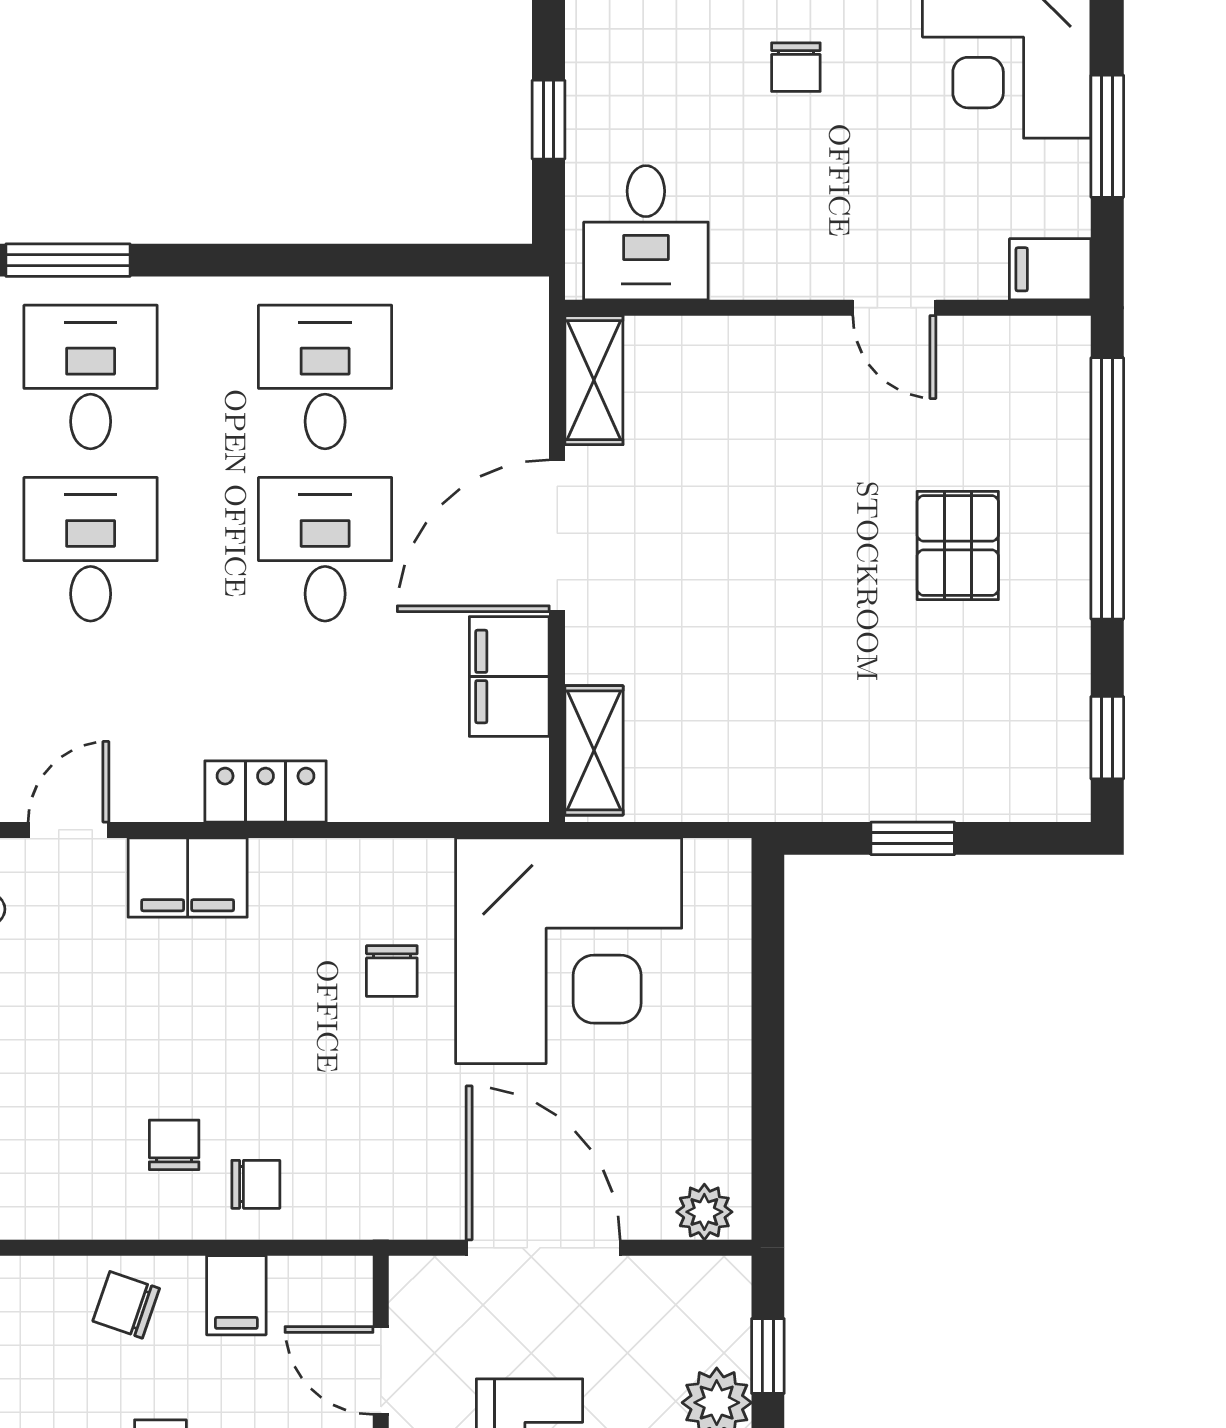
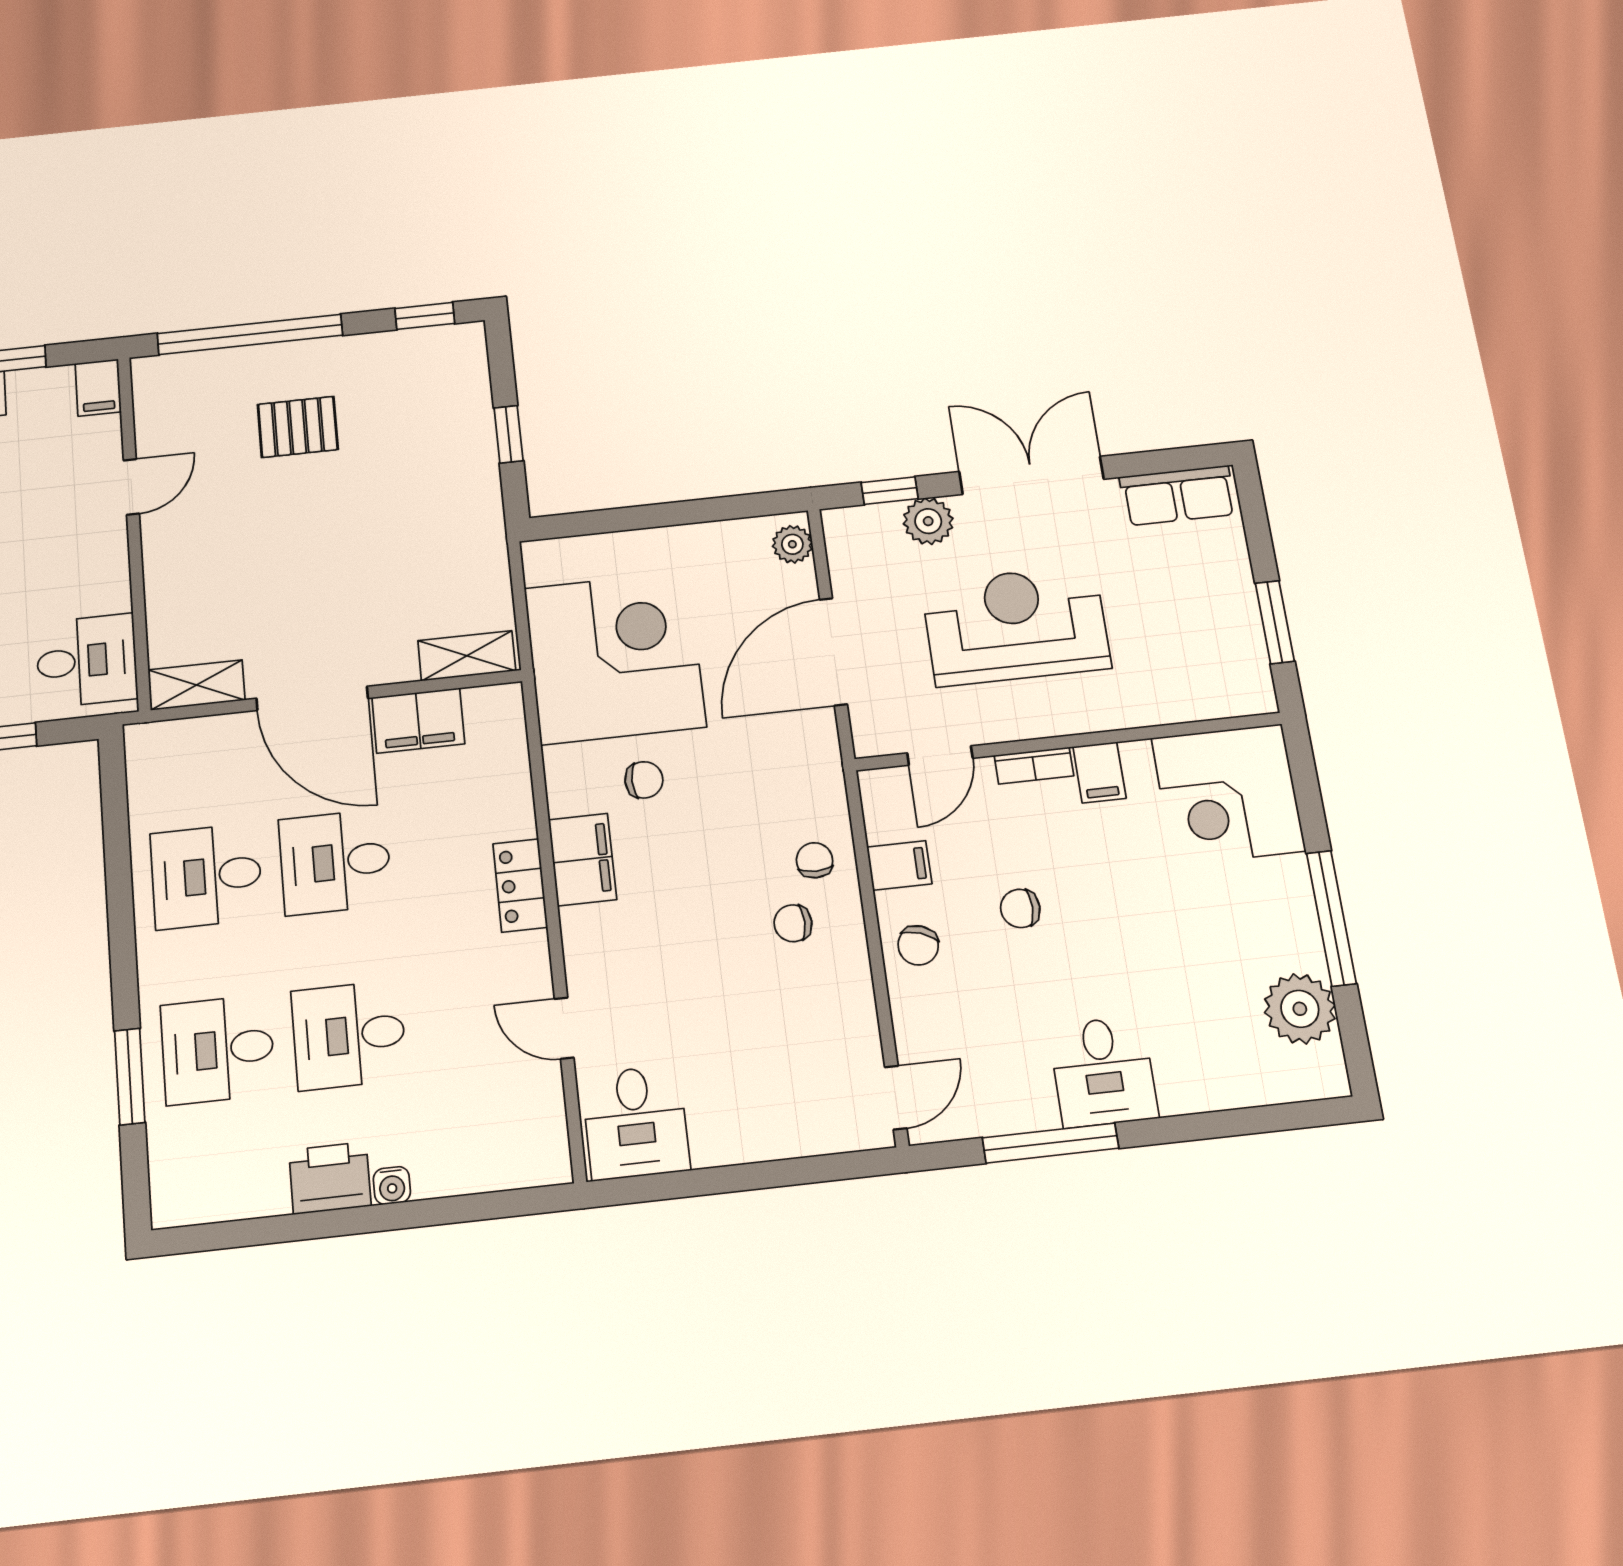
filing cabinet: (188, 877) -> (582, 860), moved

